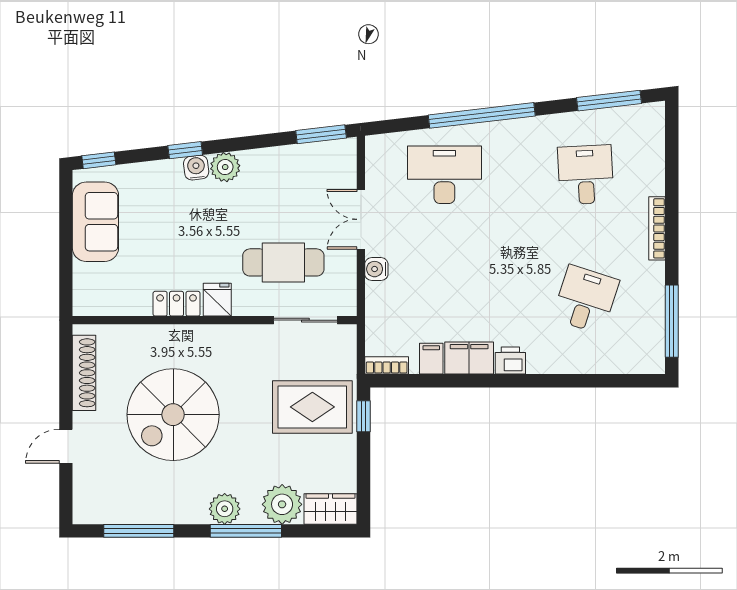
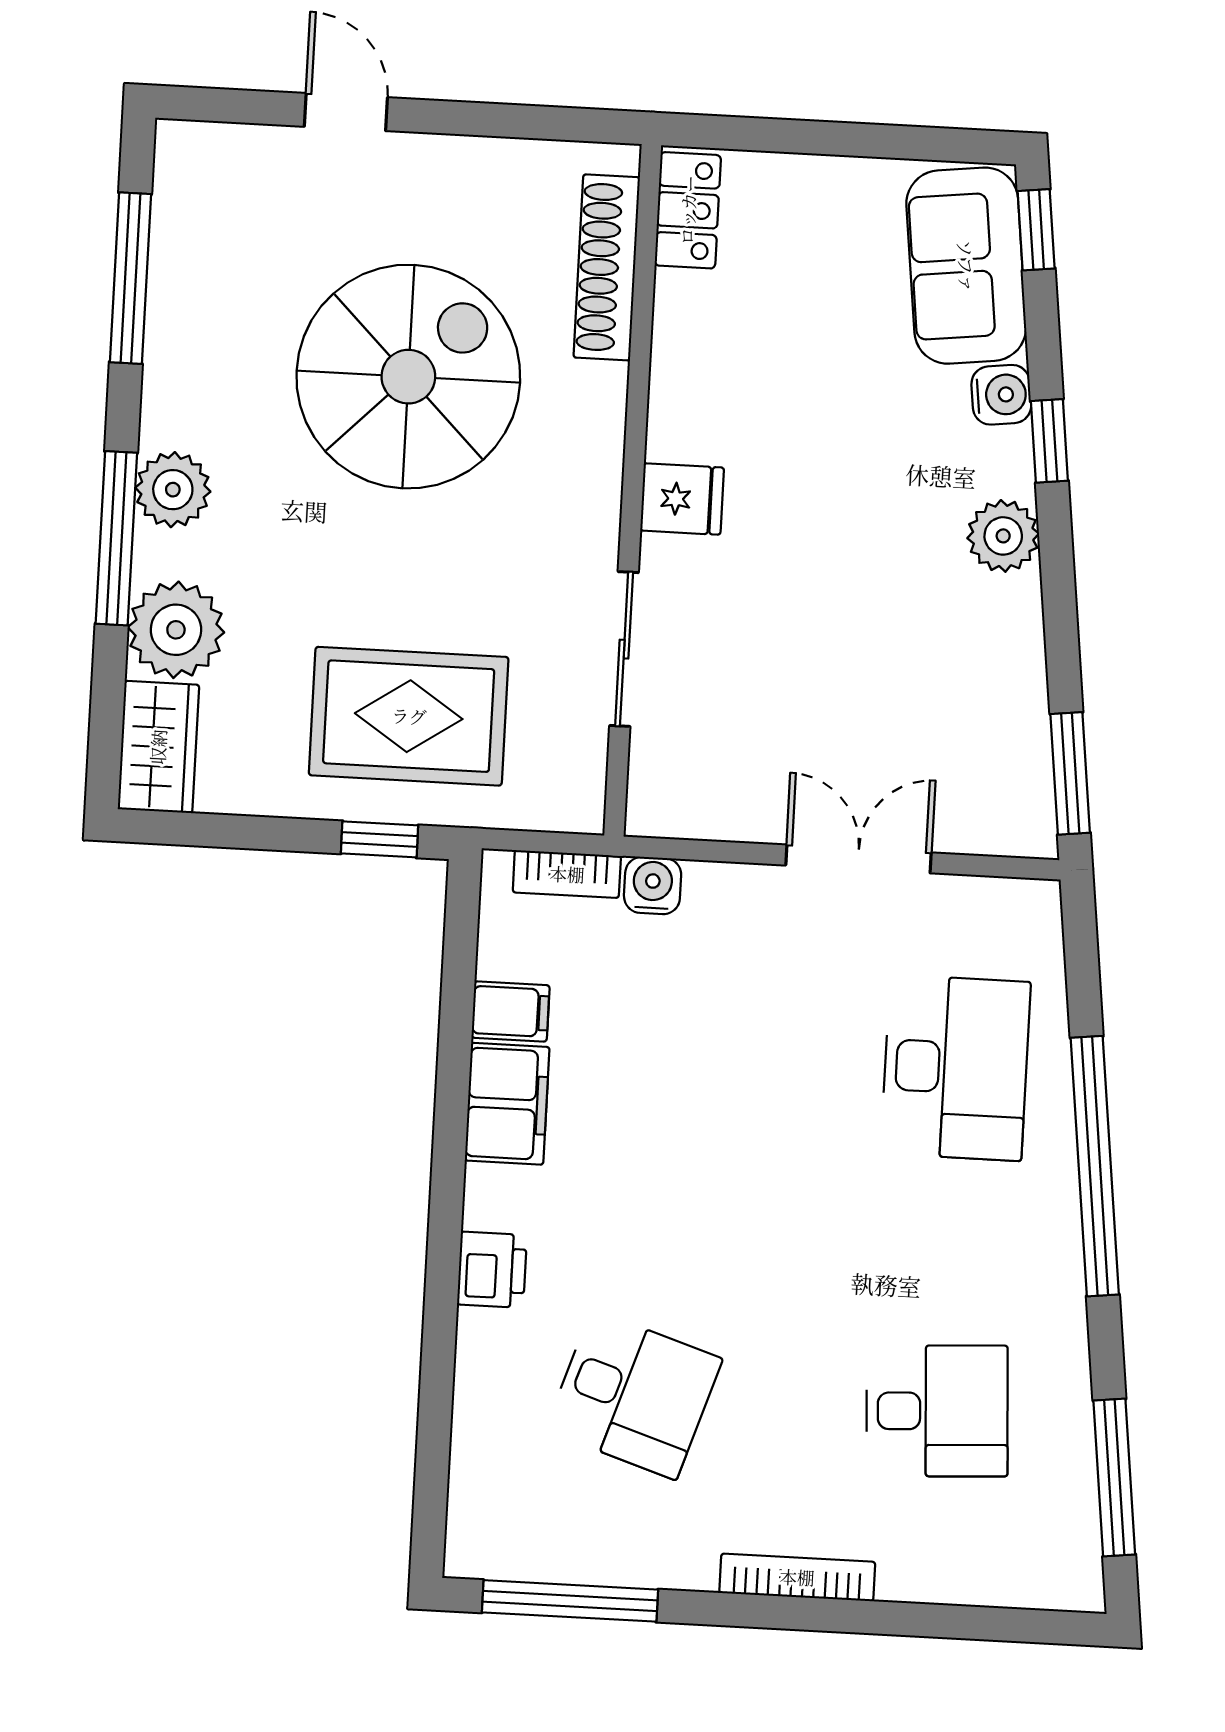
water cooler: (196, 168) -> (1001, 395), moved
sofa: (95, 222) -> (966, 266), moved, turned 83
cafe table: (283, 262) -> (764, 665), removed
water cooler: (376, 269) -> (653, 885), moved
locker: (177, 304) -> (688, 210), moved
sliding door: (305, 320) -> (624, 649), moved
printer: (510, 360) -> (492, 1270), moved
bookcase: (387, 365) -> (567, 874), moved, turned 90
shoe rack: (84, 373) -> (607, 267), moved, turned 90
rug: (312, 407) -> (409, 716), turned 90
spiral stairs: (173, 415) -> (408, 377), turned 90

